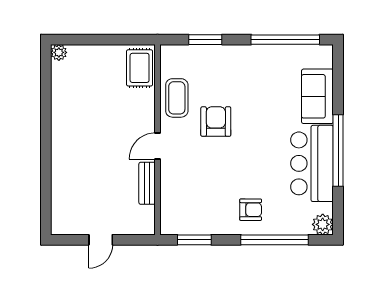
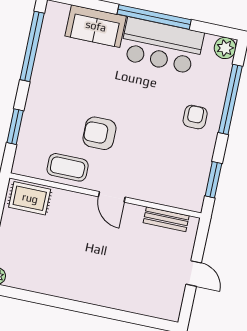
bench: (147, 183) -> (166, 219), moved

